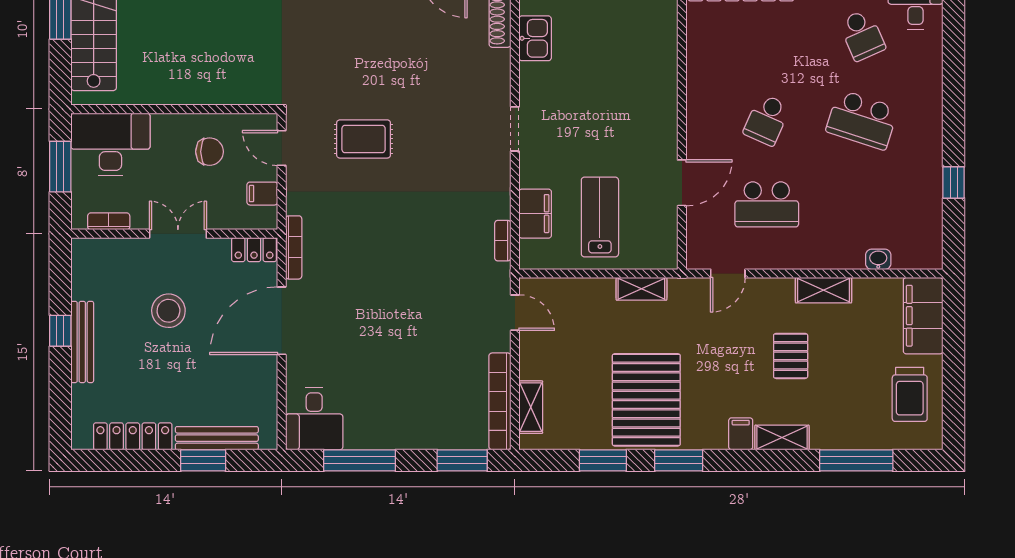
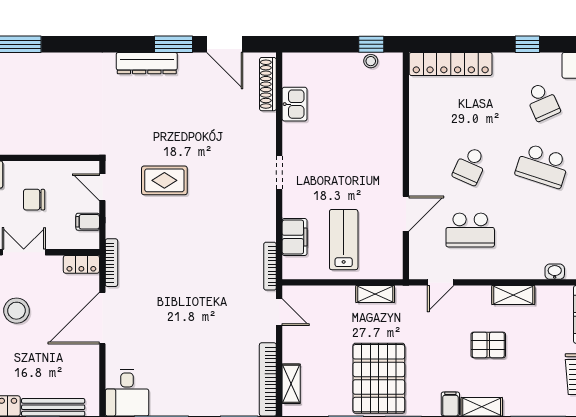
chair: (210, 152) -> (34, 200), moved, turned 180
bookcase: (503, 241) -> (270, 266), width x1.56
pallet: (791, 356) -> (488, 345), turned 90

